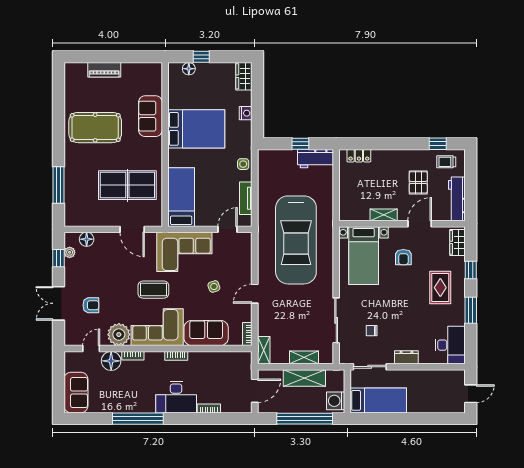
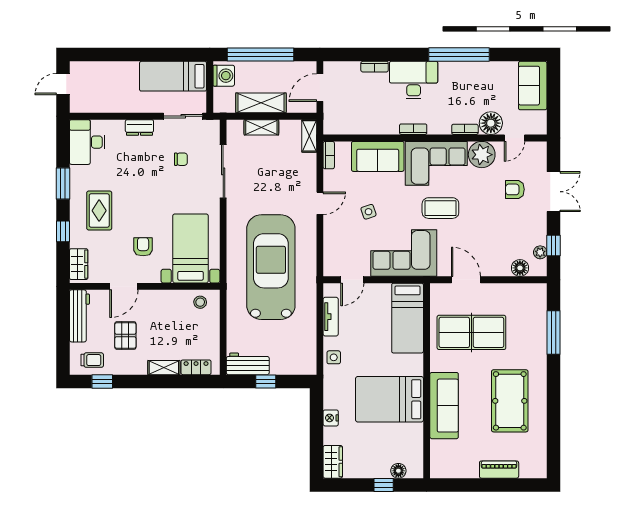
sofa: (150, 116) -> (444, 406), width x1.36
pool table: (95, 128) -> (510, 401), turned 90
stool: (355, 210) -> (200, 302), added
shelving: (384, 215) -> (164, 368), moved

